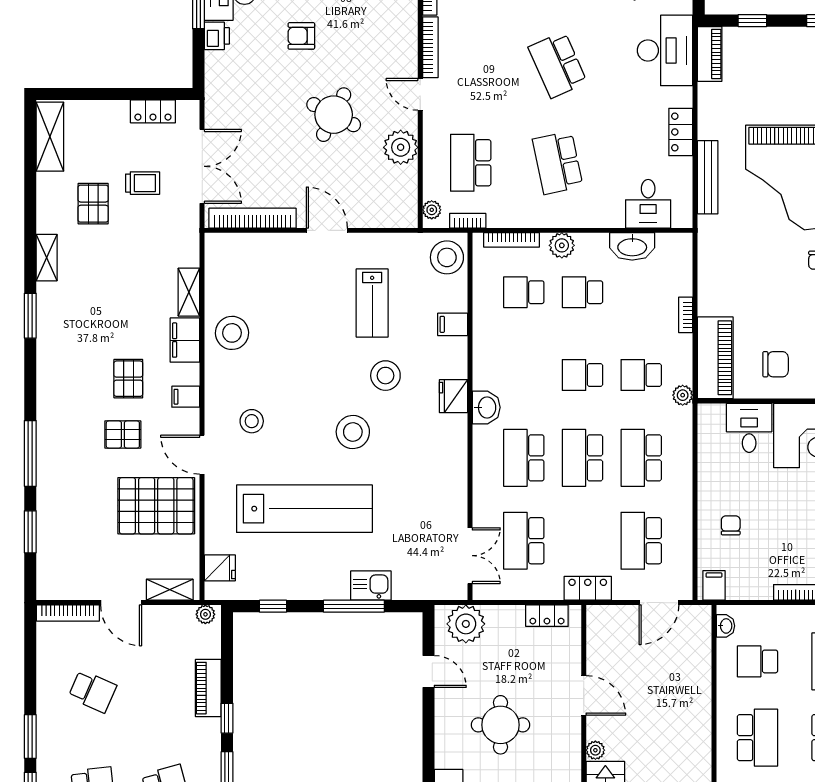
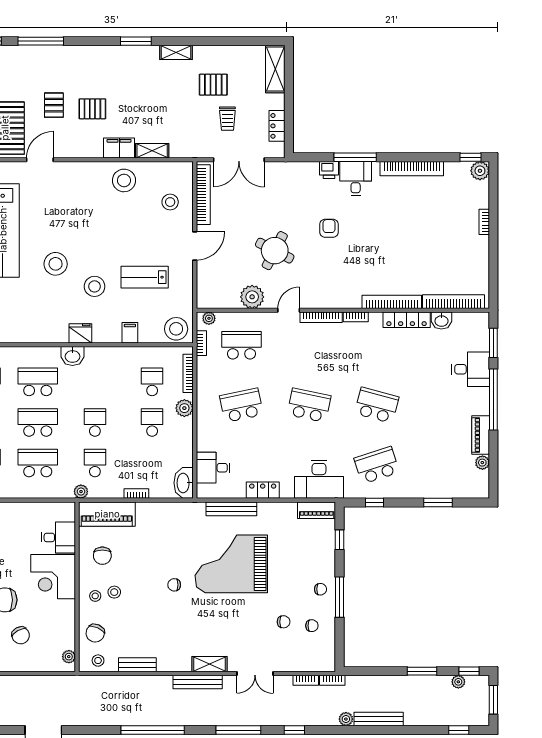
school desk: (558, 65) -> (309, 405), turned 36
shelving: (50, 137) -> (275, 69), moved, turned 90
washbasin: (632, 246) -> (184, 483), moved
filing cabinet: (186, 397) -> (80, 149), removed
stool: (252, 421) -> (170, 202), moved

